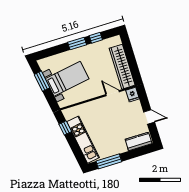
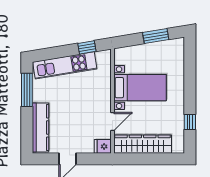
window: (77, 44) -> (190, 96), removed
bed with nightstands: (67, 79) -> (140, 88), moved, turned -81
kitchen counter: (139, 141) -> (40, 127), width x1.50

